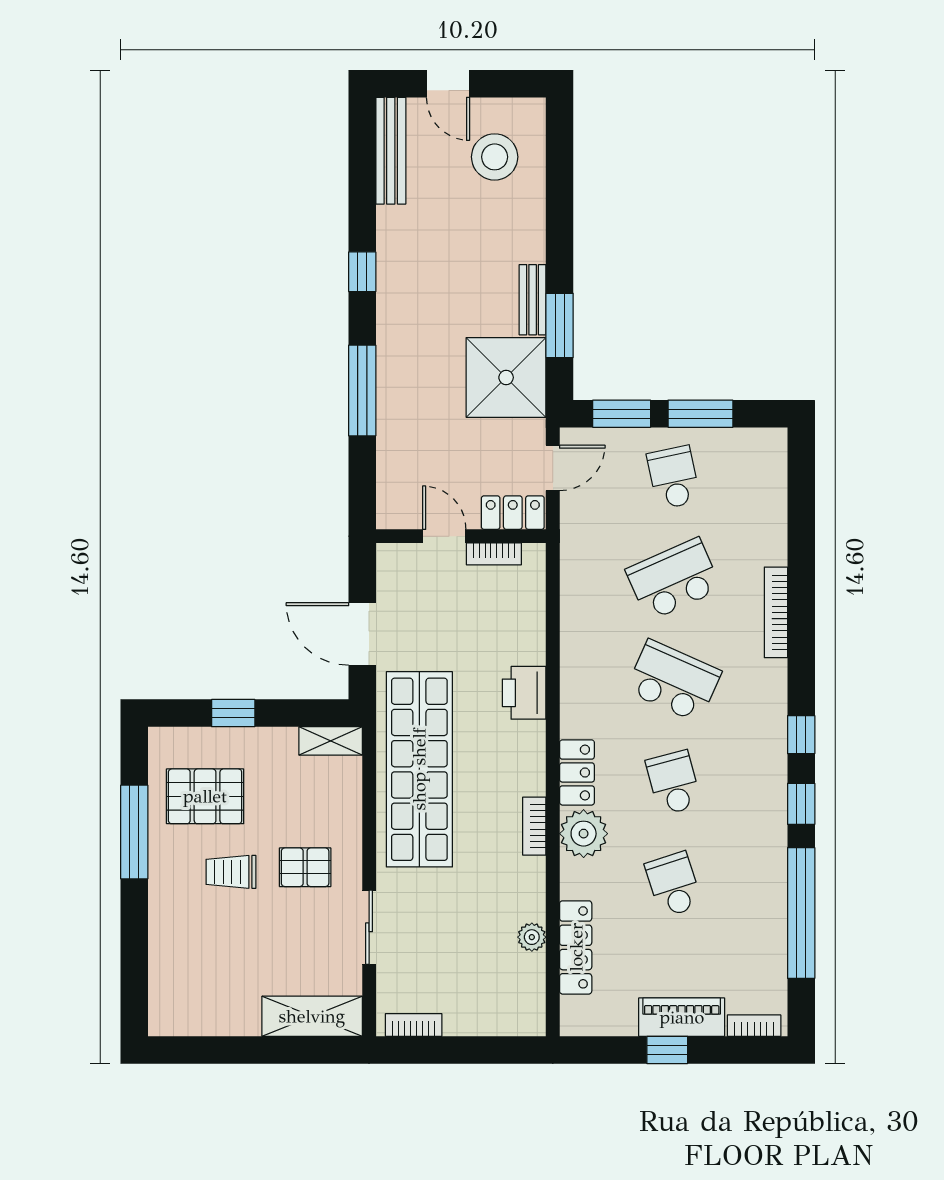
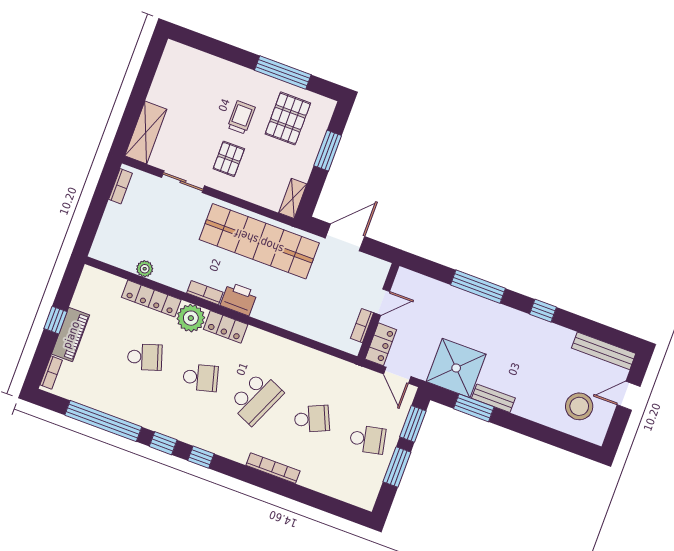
school desk: (674, 579) -> (312, 419), width x0.54
printer: (524, 693) -> (239, 299), moved
window: (233, 713) -> (328, 151), width x1.50
locker: (576, 947) -> (151, 298), moved

